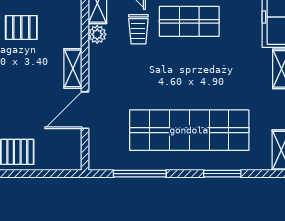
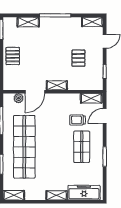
plant: (97, 34) -> (19, 98), moved
door: (85, 110) -> (35, 92), swing flipped

